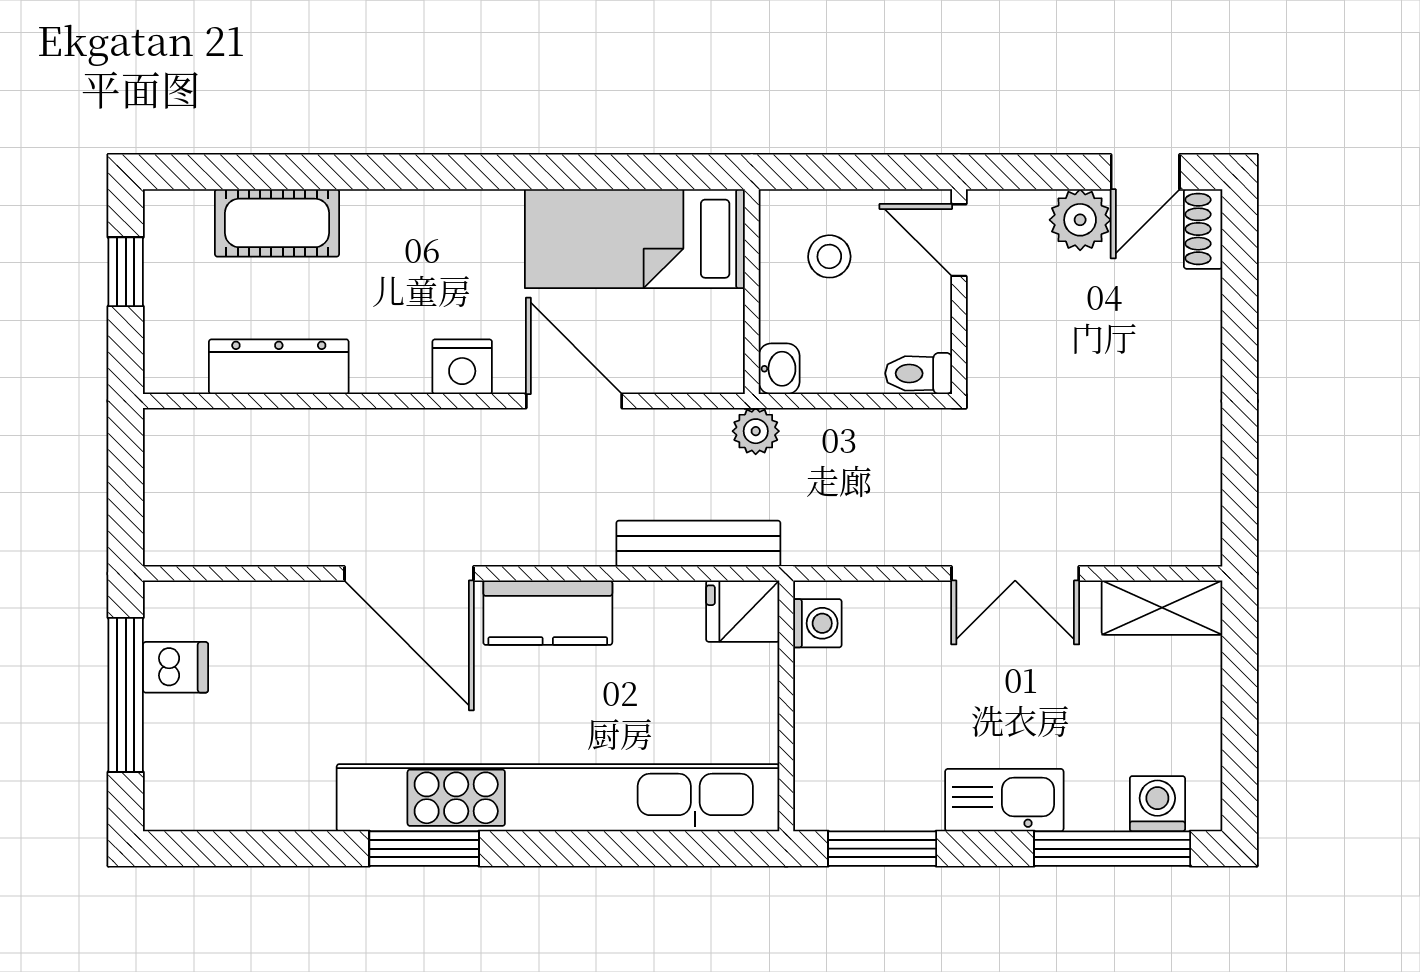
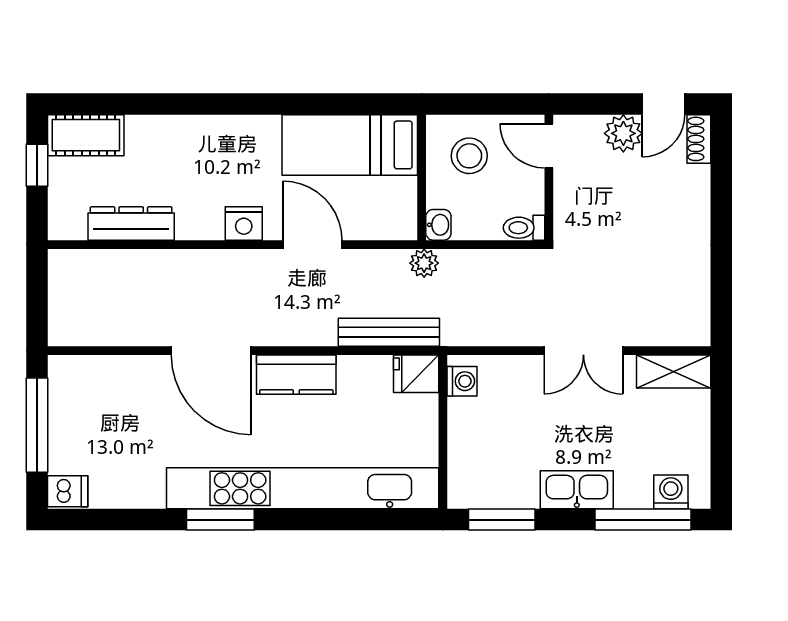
cot: (277, 223) -> (86, 135), moved
stool: (829, 256) -> (469, 156), width x1.37, depth x1.37
dishwasher: (176, 667) -> (68, 491), moved

